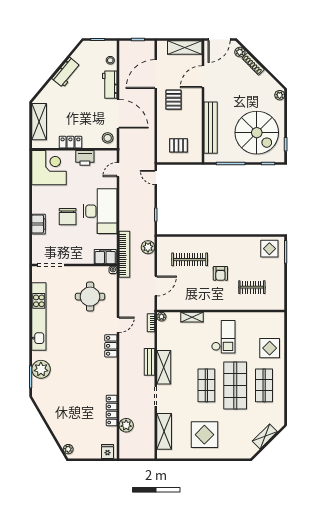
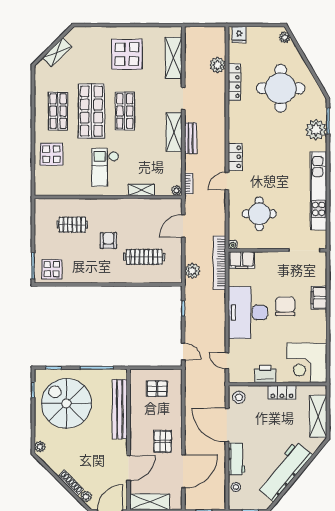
workbench: (66, 72) -> (285, 471), width x1.88, depth x1.32
door: (118, 170) -> (227, 361), swing flipped
round table: (72, 405) -> (281, 88), added

